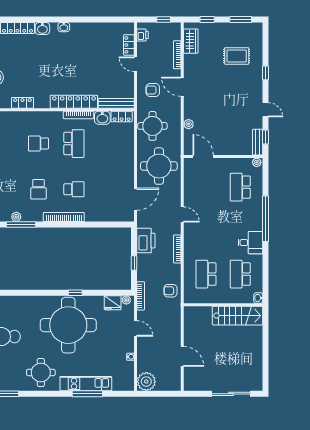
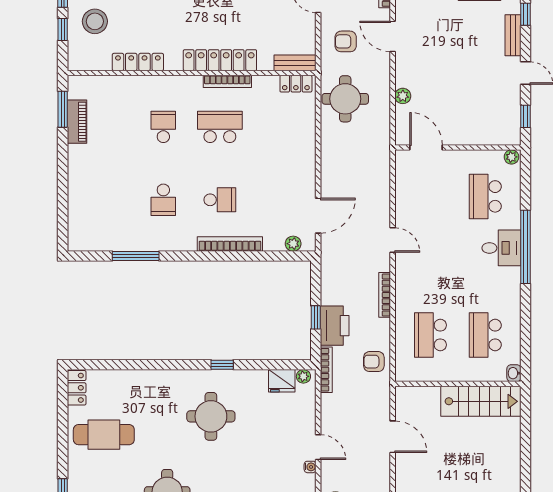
locker: (22, 103) -> (138, 62), width x1.53
bench: (116, 103) -> (295, 63), width x0.73
washbasin: (102, 118) -> (265, 86), removed
bench: (258, 142) -> (513, 35), moved
school desk: (38, 144) -> (163, 127), turned 90
school desk: (74, 144) -> (220, 127), turned -90
round table: (159, 166) -> (355, 163), removed
plant: (16, 217) -> (293, 244), moved
bookcase: (64, 217) -> (230, 244), moved
printer: (146, 241) -> (335, 326), moved
desk: (250, 243) -> (501, 248), moved
round table: (68, 325) -> (211, 416), width x0.54, depth x0.54
door: (136, 328) -> (318, 447), moved
door: (182, 356) -> (393, 437), moved

